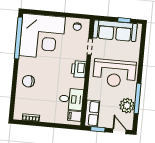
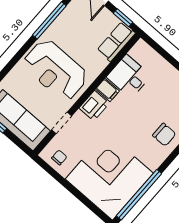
reception desk: (114, 73) -> (55, 70), turned 180
plant: (127, 106) -> (68, 21), removed
filing cabinet: (75, 116) -> (107, 90), moved

